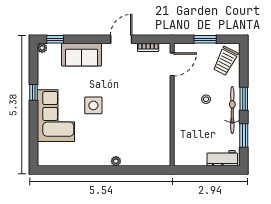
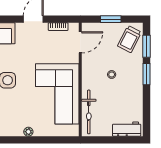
bicycle: (232, 110) -> (89, 112), moved, turned 180
corner sofa: (147, 120) -> (57, 94), added
window: (244, 135) -> (147, 46), moved

